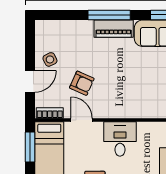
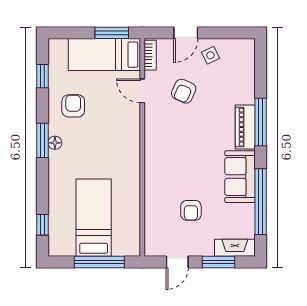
door: (30, 81) -> (186, 33), hinge flipped
door: (82, 120) -> (142, 91), swing flipped
desk: (120, 139) -> (121, 134), removed

